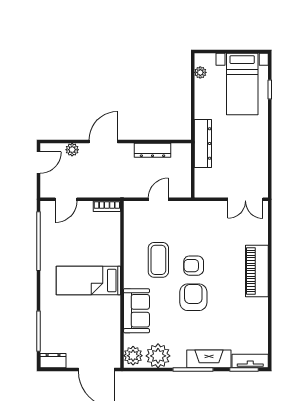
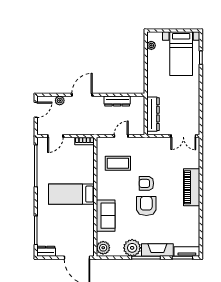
dresser: (203, 144) -> (153, 114), moved
coffee table: (158, 260) -> (118, 163), moved, turned 90
plant: (158, 356) -> (132, 248), moved

